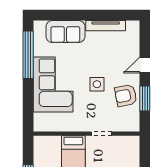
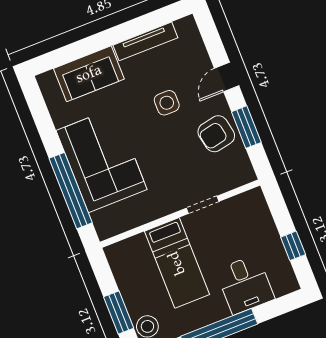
window: (28, 55) -> (71, 191), moved
side table: (97, 84) -> (167, 103), moved

